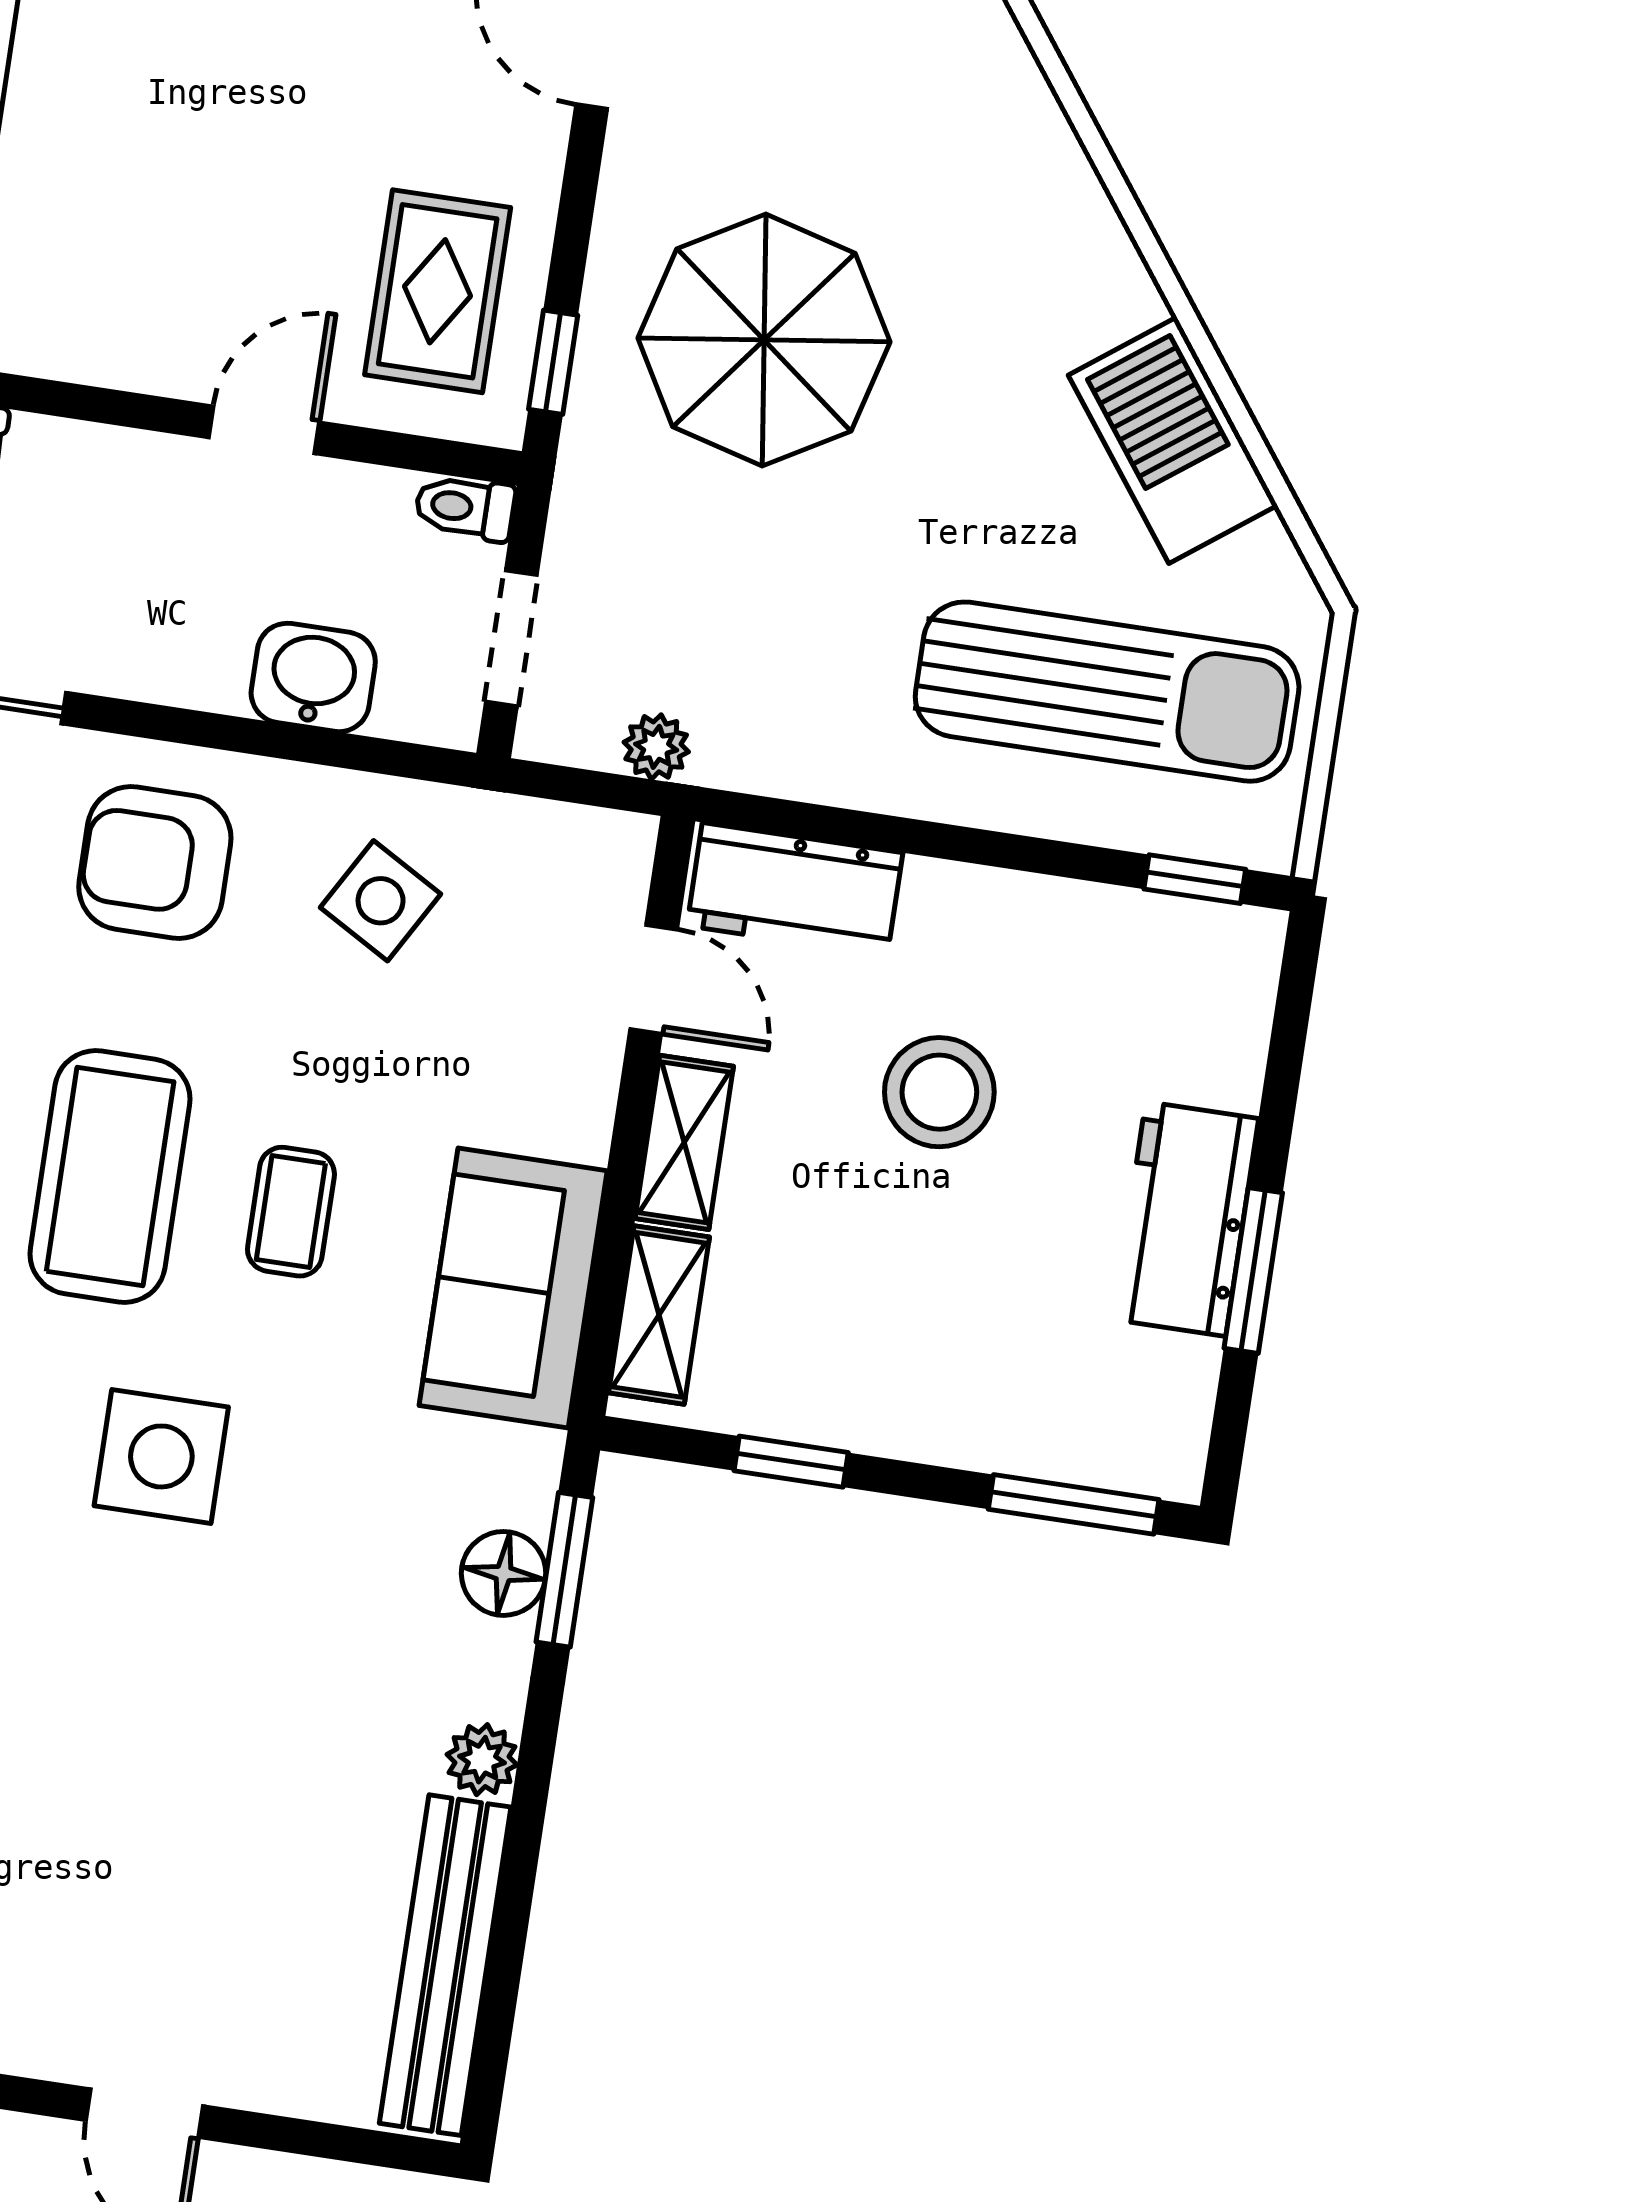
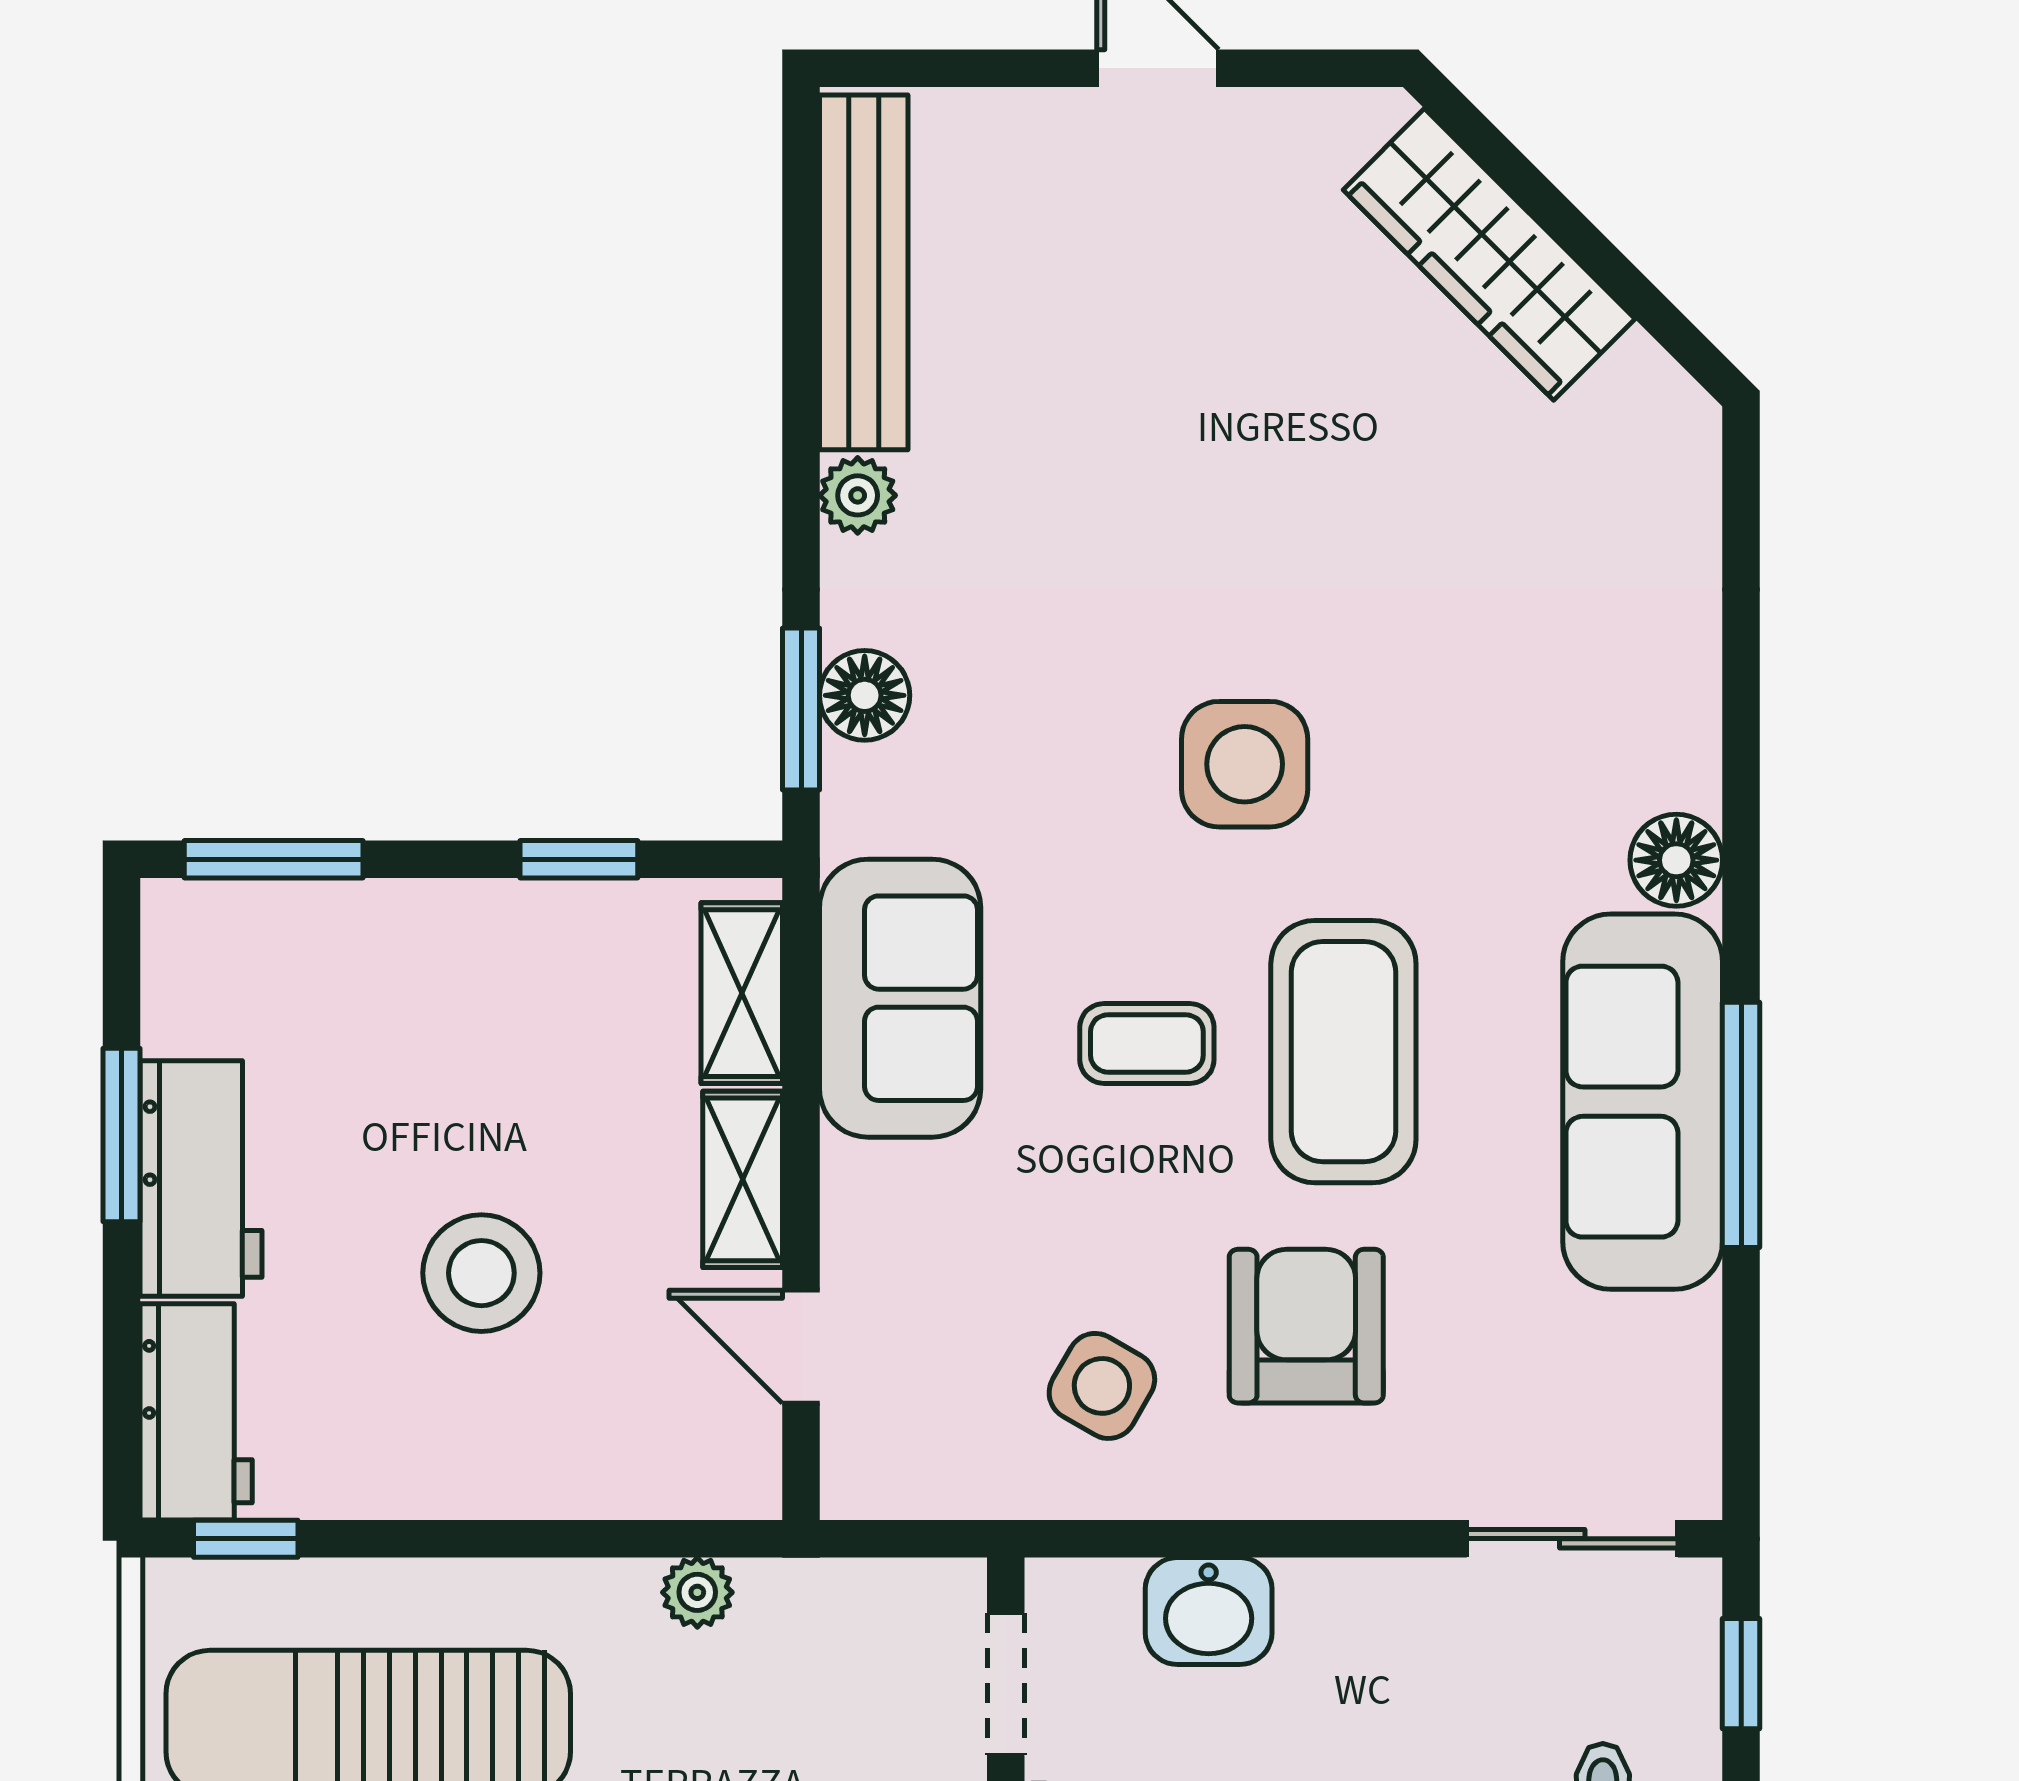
plant: (656, 747) -> (697, 1592), moved
armchair: (155, 862) -> (1306, 1326), moved, turned -90
workbench: (795, 889) -> (196, 1412), moved, turned 90
coffee table: (291, 1212) -> (1147, 1043), turned 90

